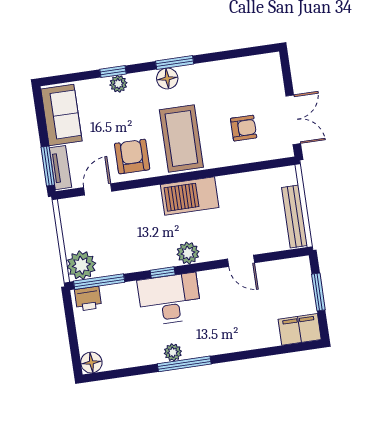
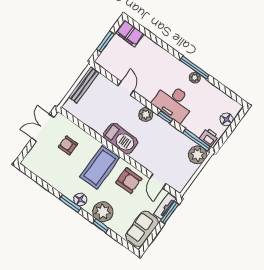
plant: (118, 84) -> (103, 212), width x1.87, depth x1.87
armchair: (132, 157) -> (129, 181), turned -90
door: (98, 189) -> (158, 181), hinge flipped
floor lamp: (91, 362) -> (227, 119), moved

